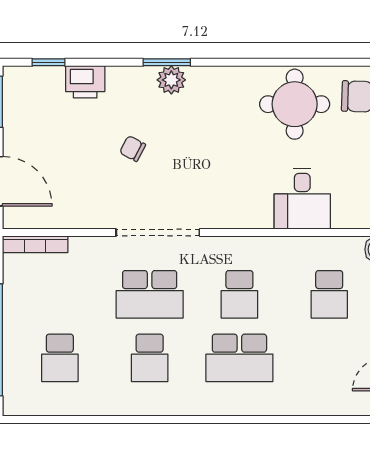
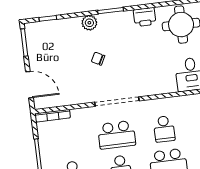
plant: (171, 80) -> (89, 23), moved
printer: (85, 82) -> (145, 17), moved

